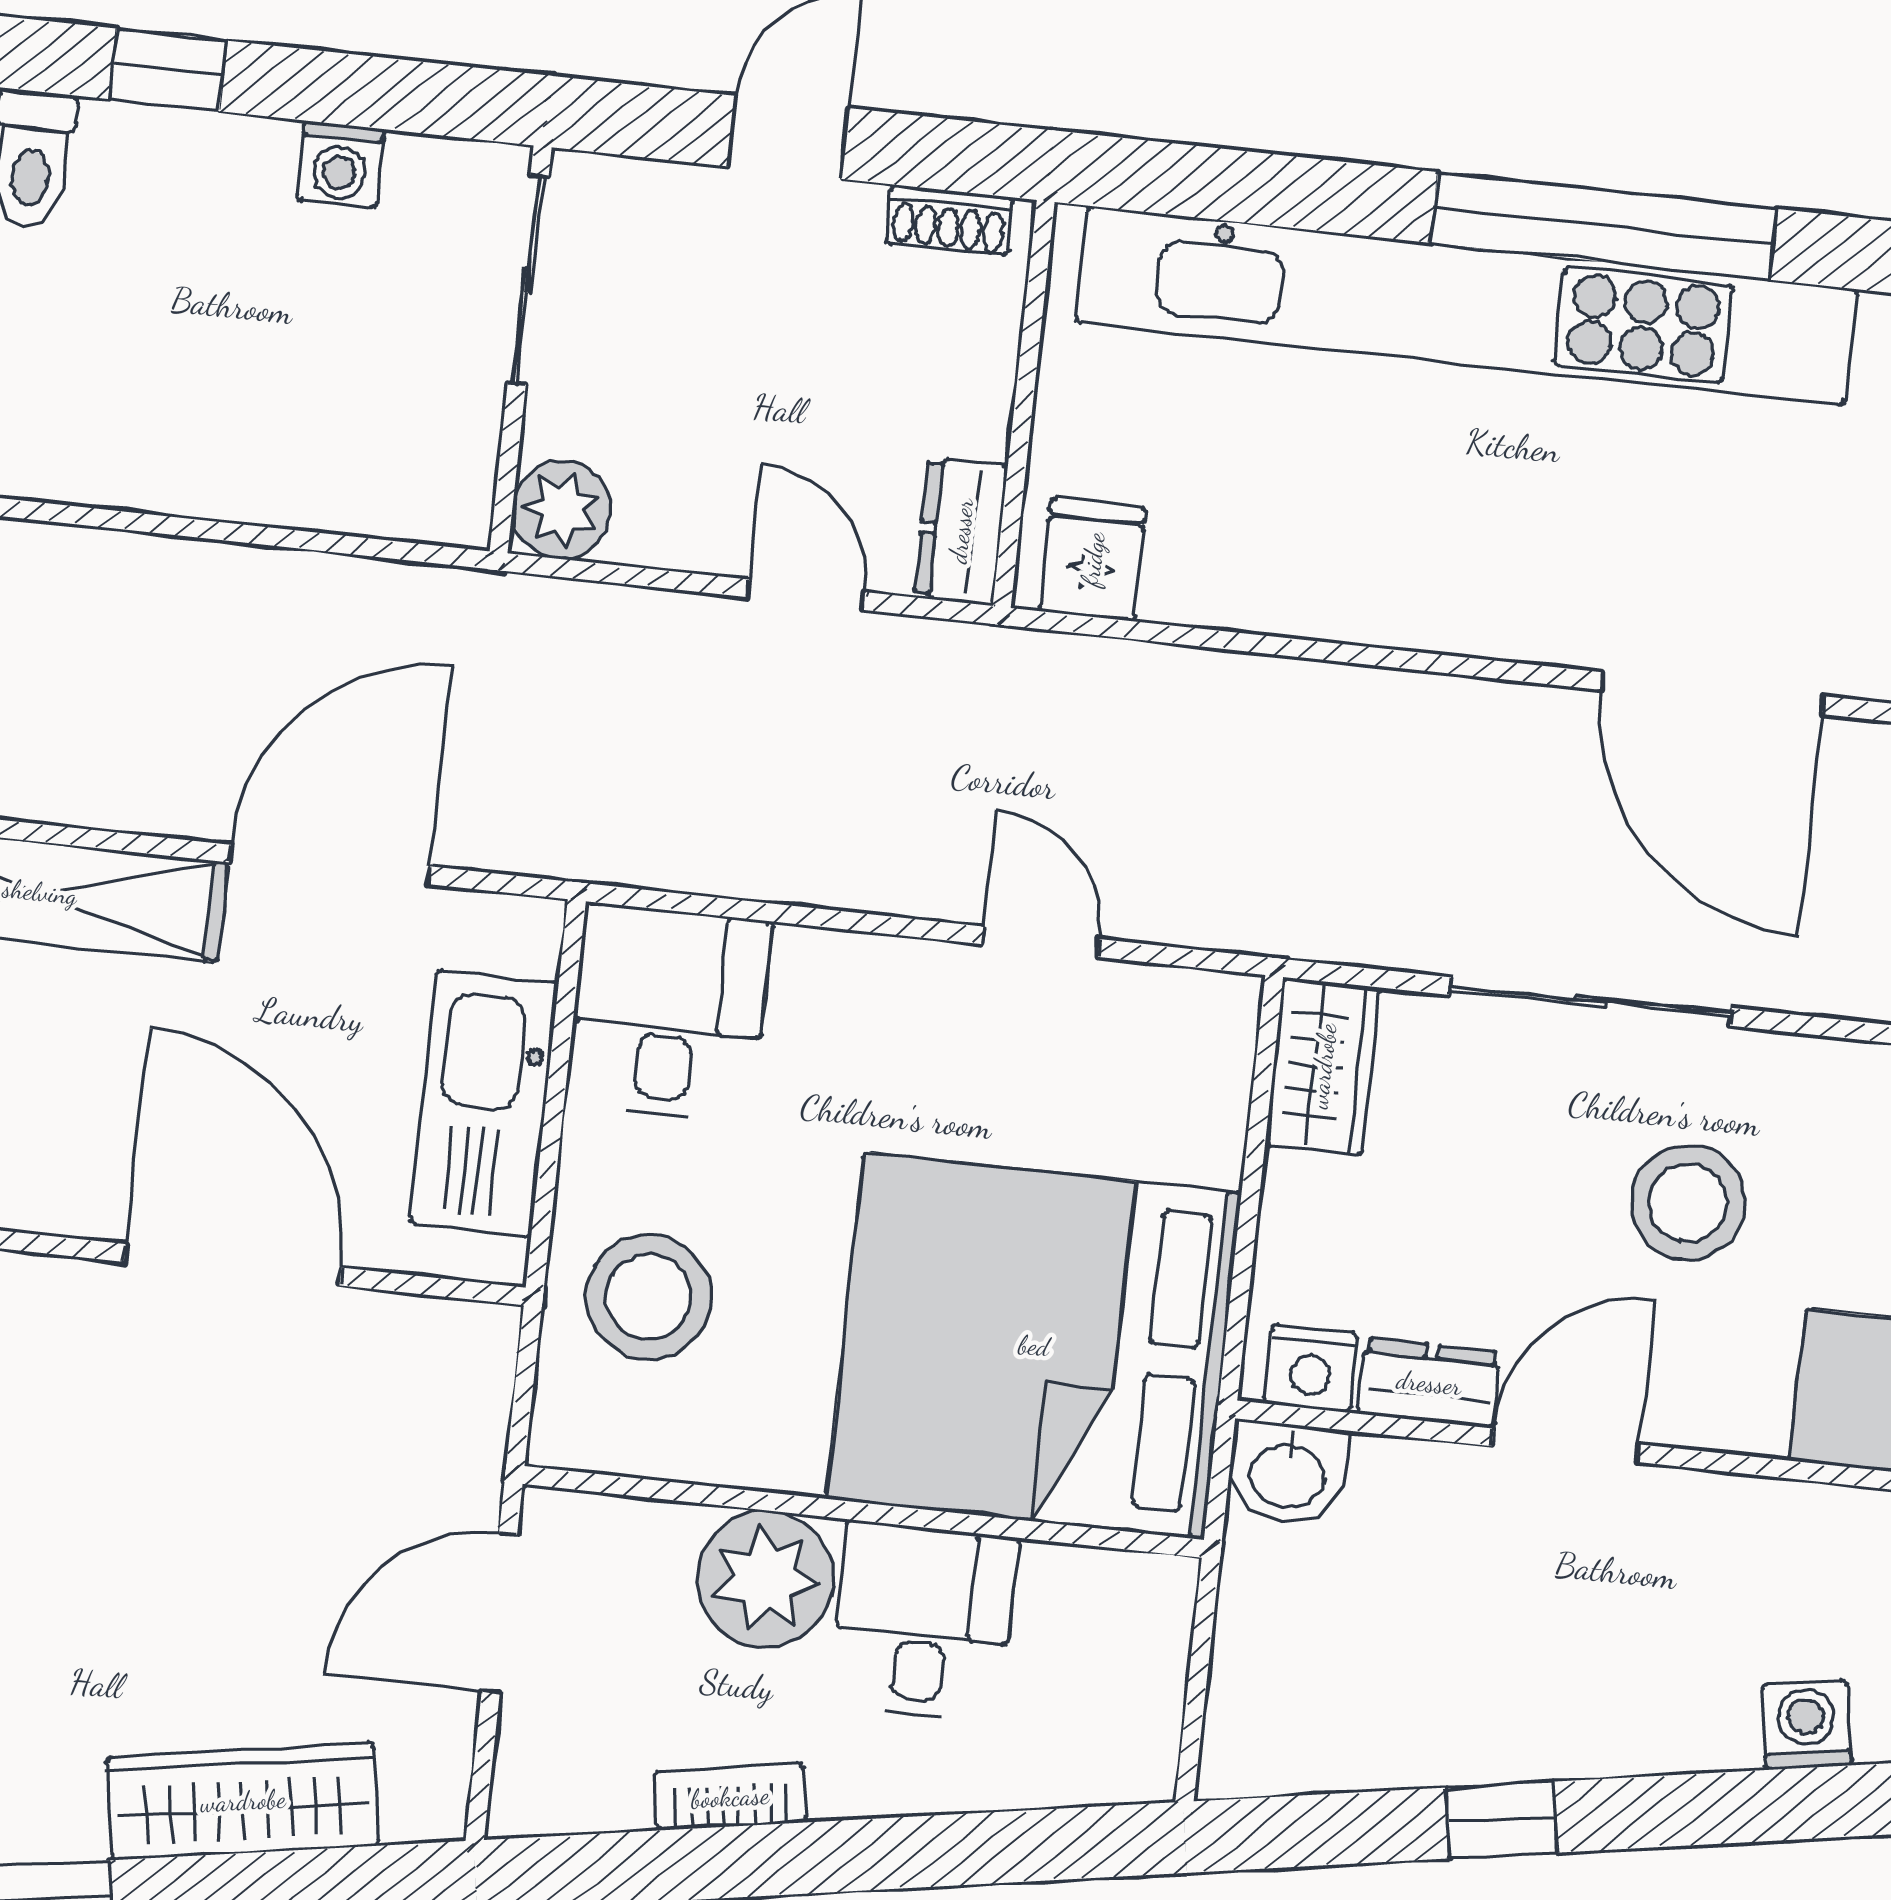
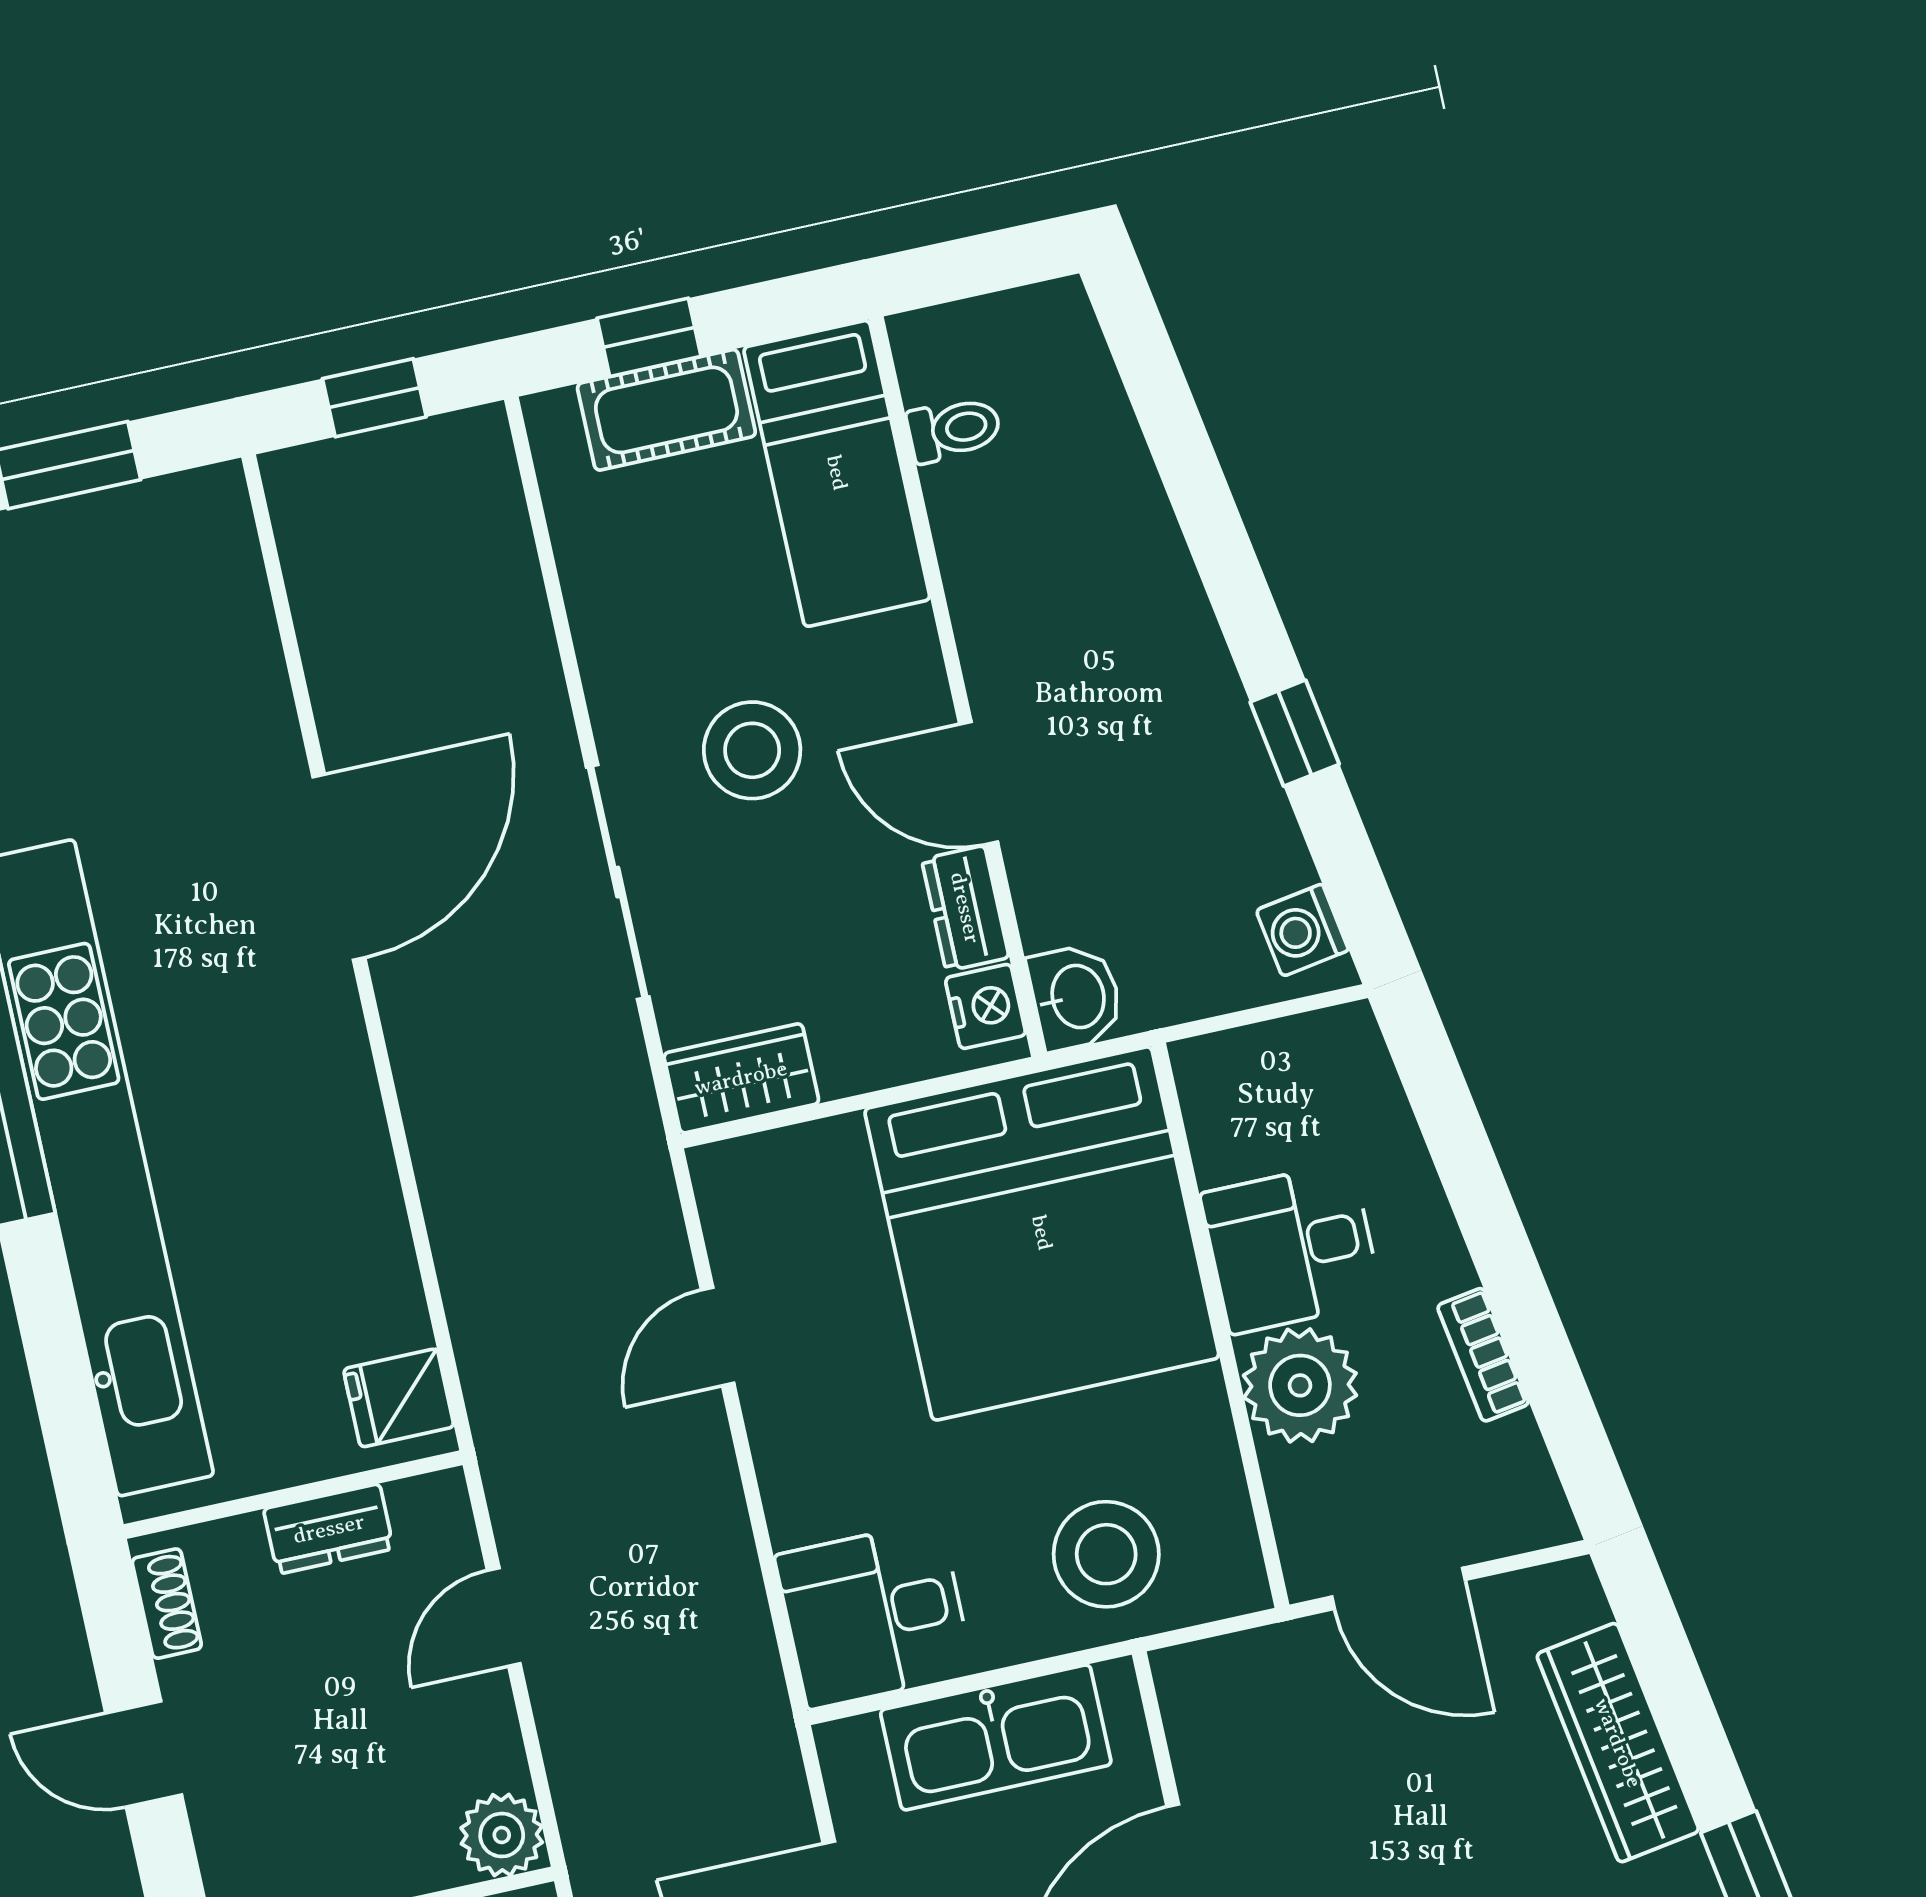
dresser: (961, 531) -> (329, 1529), moved
washing machine: (1806, 1725) -> (1302, 930), moved

